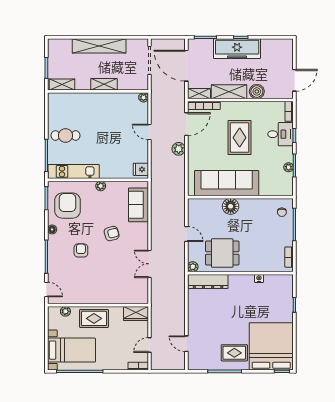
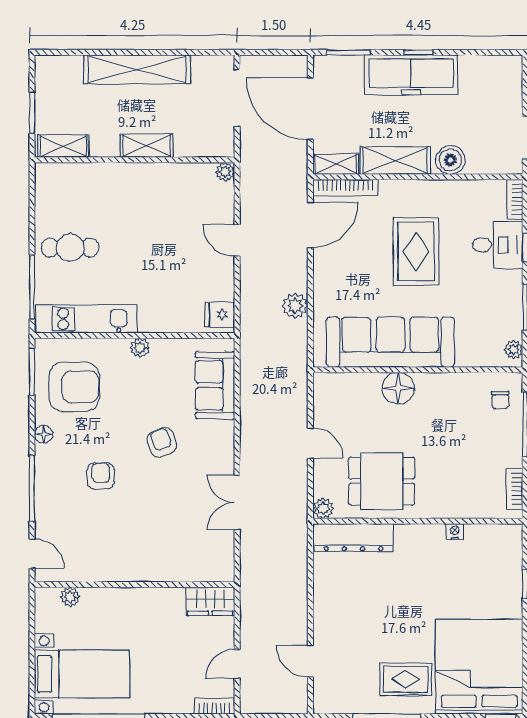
plant: (179, 149) -> (295, 306), moved
plant: (289, 167) -> (514, 350), moved
armchair: (67, 206) -> (74, 387), turned 90
armchair: (112, 234) -> (162, 442), turned -94
rug: (94, 318) -> (127, 611), removed

